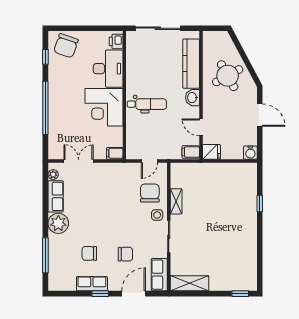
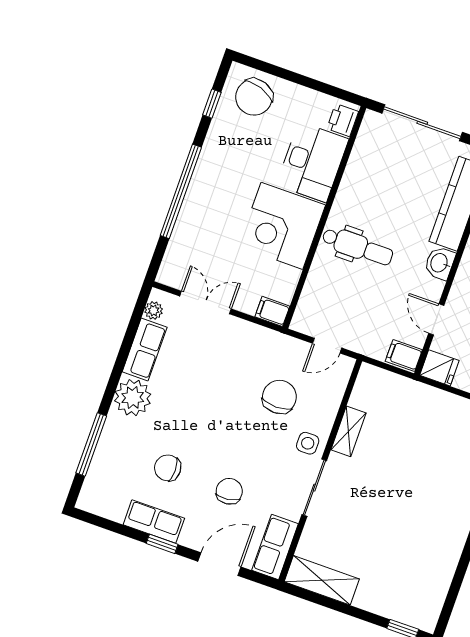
chair: (150, 193) -> (279, 397), moved
chair: (125, 254) -> (229, 491), turned -97

